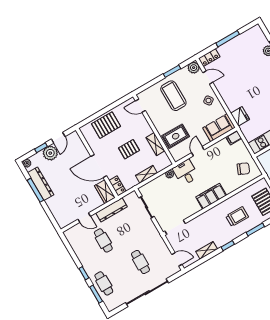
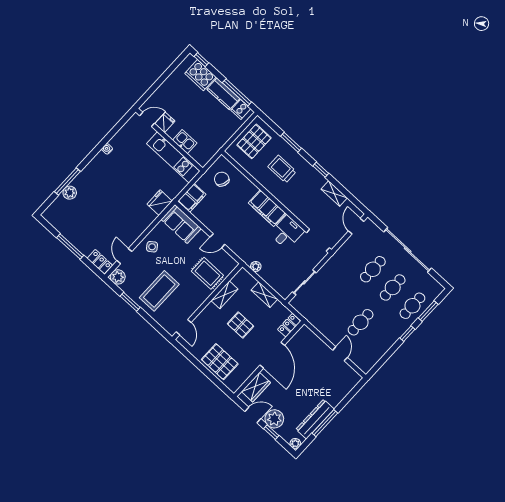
filing cabinet: (234, 138) -> (192, 198), width x2.00
desk: (186, 172) -> (287, 232), moved, turned 180
wardrobe: (105, 192) -> (256, 387), moved
dresser: (111, 210) -> (320, 324), removed
cafe table: (122, 273) -> (393, 287), added

